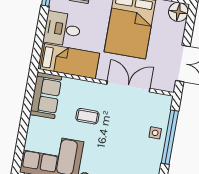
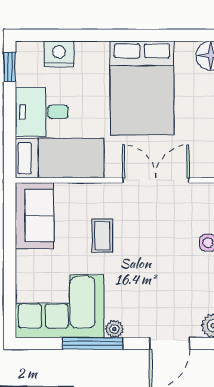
coffee table: (87, 116) -> (102, 236), turned 90

